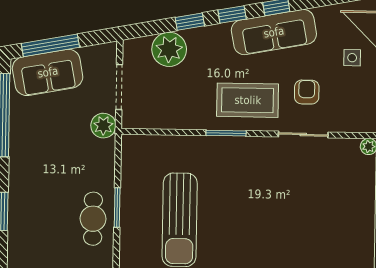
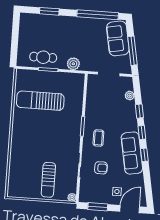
window: (50, 45) -> (132, 51), moved
plant: (169, 49) -> (130, 96), width x0.53, depth x0.53
coffee table: (248, 100) -> (98, 138), width x0.54, depth x0.58
plant: (103, 126) -> (73, 64), moved
sun lounger: (336, 195) -> (48, 180), added

